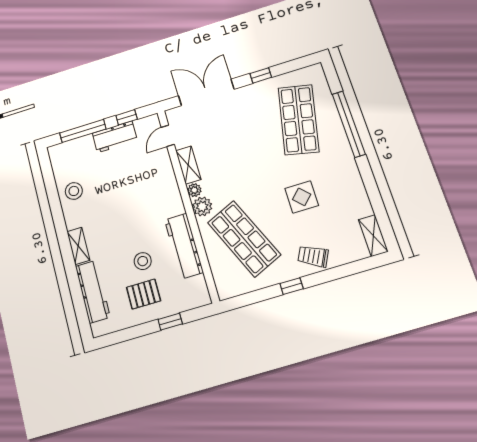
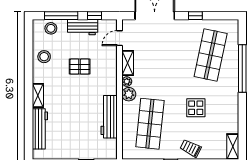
shop shelf: (244, 239) -> (150, 124), turned 30
stool: (143, 261) -> (51, 28), moved
pallet: (144, 294) -> (80, 67), moved

